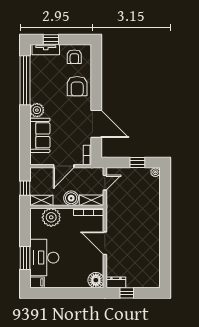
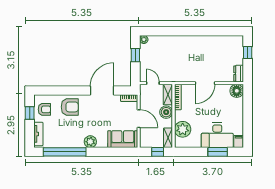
window: (51, 40) -> (30, 113), moved
sofa: (40, 135) -> (123, 139), moved
window: (127, 293) -> (248, 53), moved

